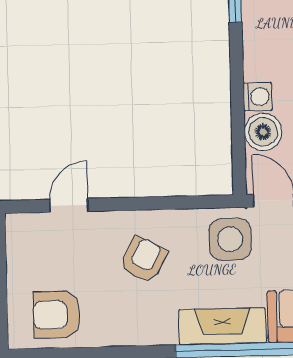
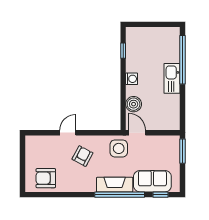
washing machine: (258, 97) -> (132, 79), moved
door: (69, 205) -> (68, 133), moved

